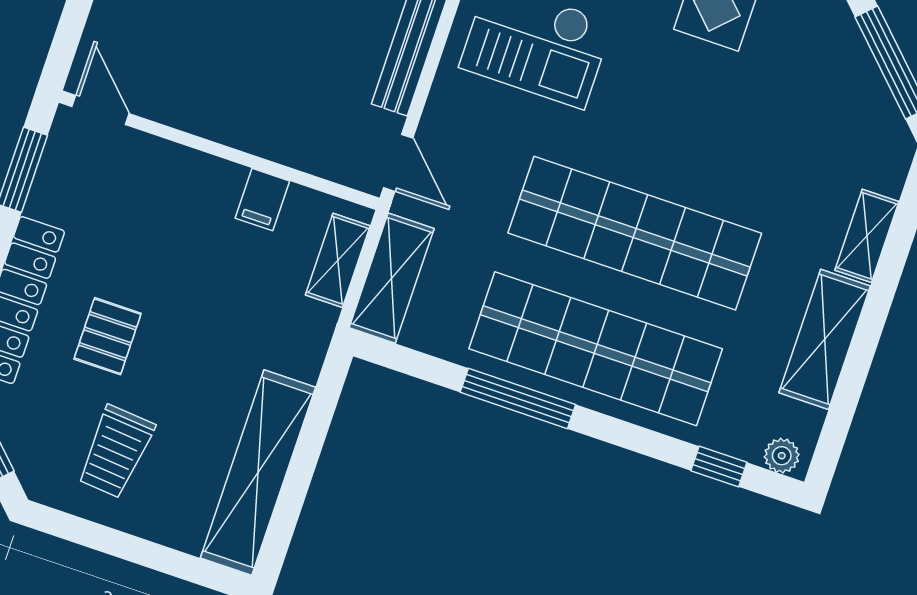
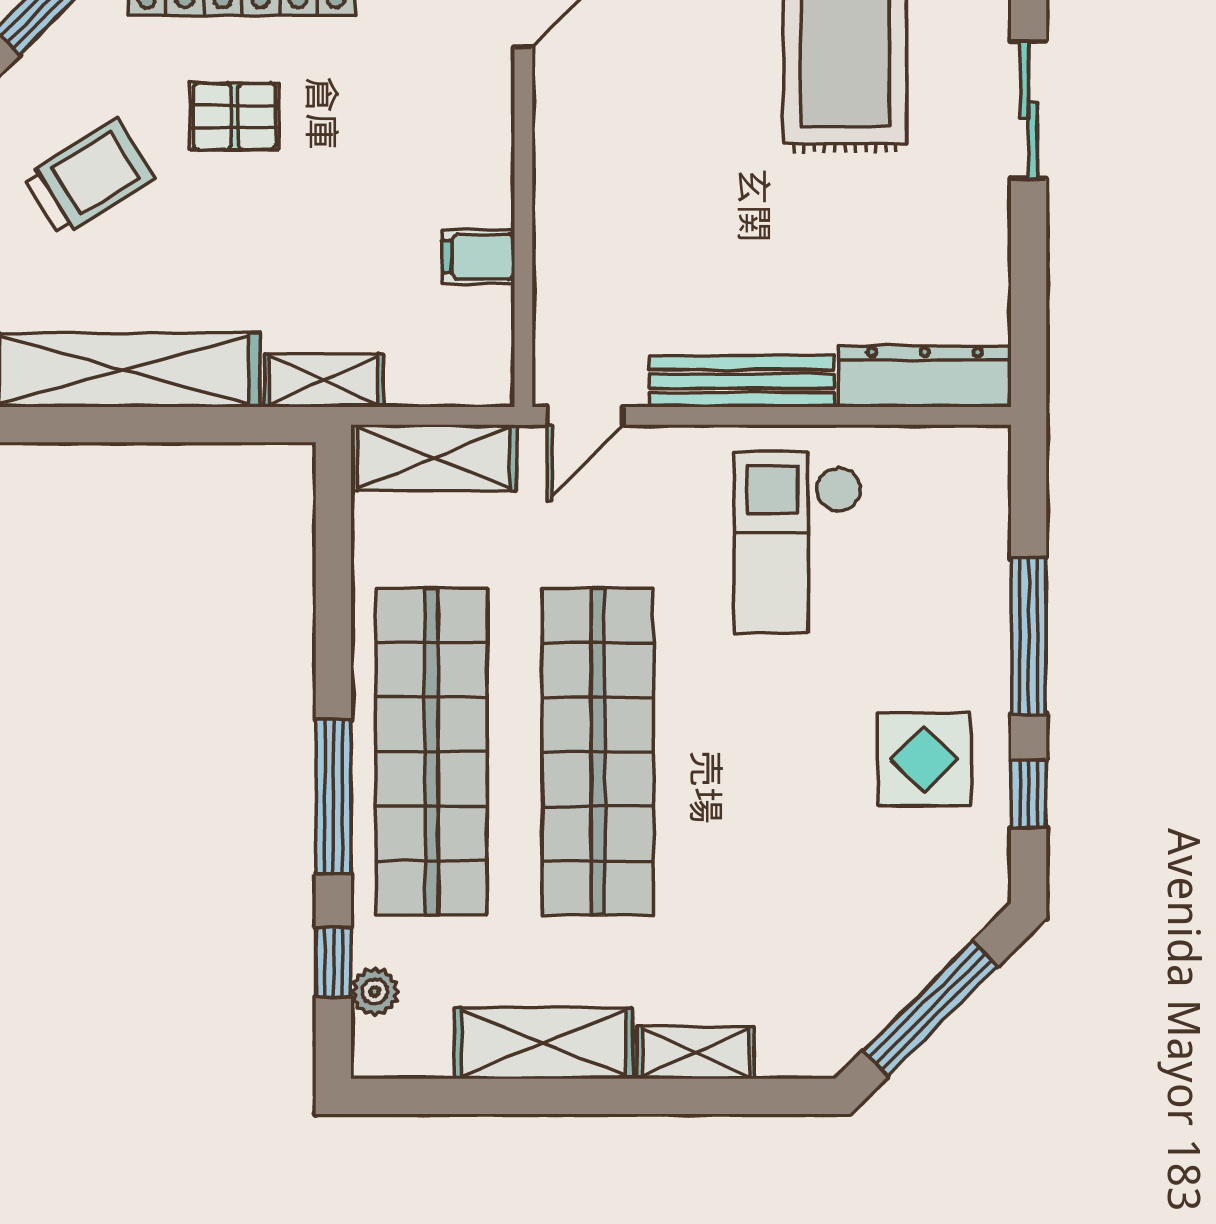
shelving: (338, 260) -> (324, 380), moved
window: (518, 398) -> (333, 797), moved
trolley: (116, 452) -> (89, 177), turned 143
plant: (782, 456) -> (375, 991), moved

